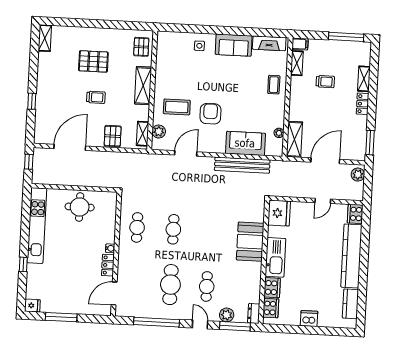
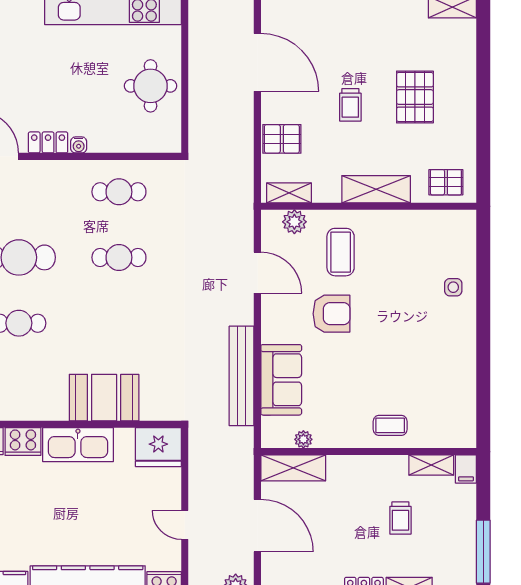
fireplace: (269, 43) -> (464, 413), removed
sofa: (234, 45) -> (458, 349), removed

